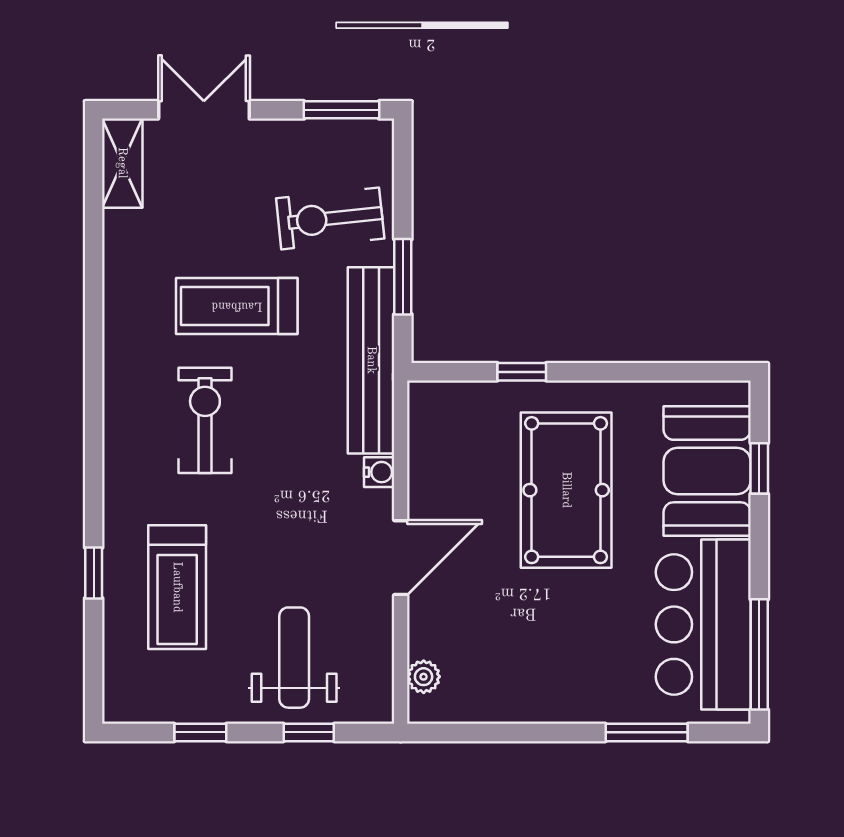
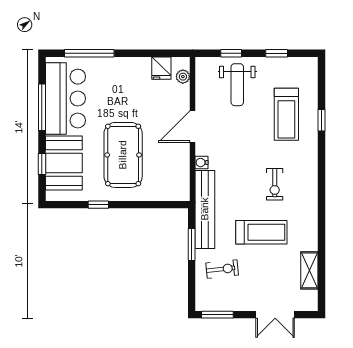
shelving: (122, 163) -> (309, 270), moved
exercise bike: (330, 218) -> (222, 269), width x0.73, depth x0.72
window: (522, 372) -> (98, 205), moved
exercise bike: (205, 420) -> (275, 184), width x0.73, depth x0.72
treadmill: (177, 587) -> (286, 114), turned 180
window: (759, 654) -> (42, 107), moved
fridge: (475, 697) -> (161, 68), added
window: (647, 732) -> (89, 53), width x1.44

